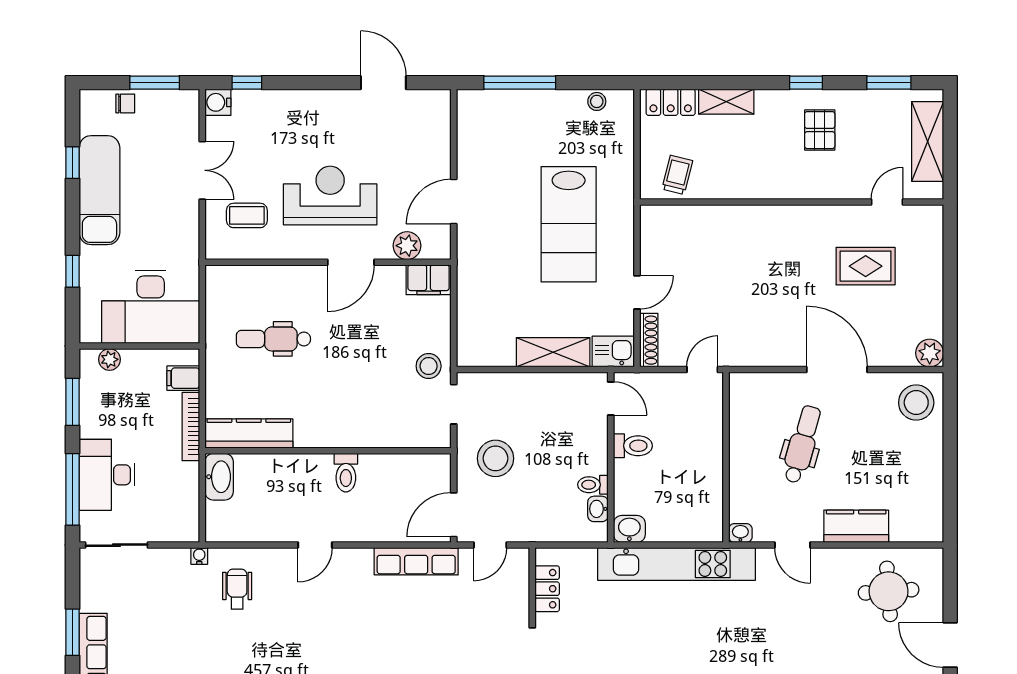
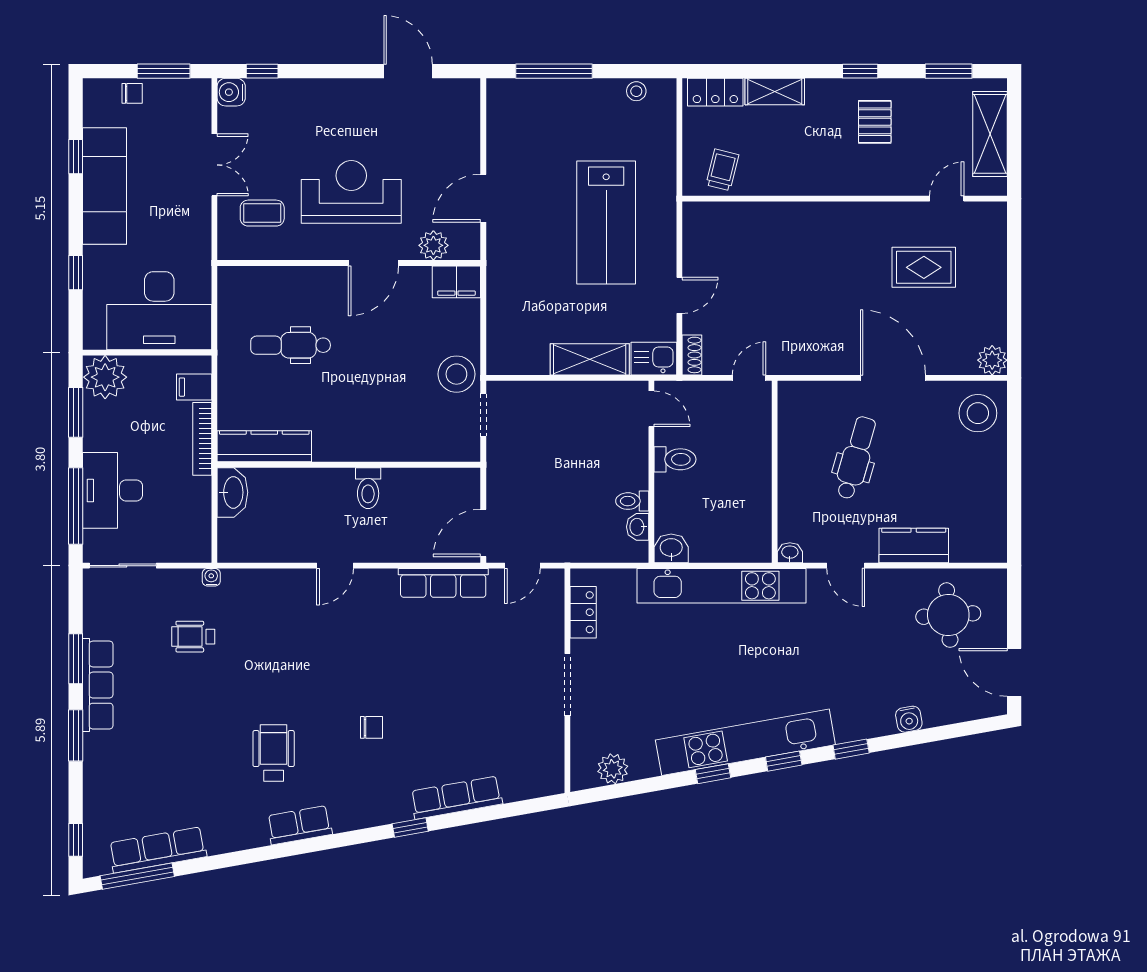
shoe rack: (649, 340) -> (692, 355), width x0.70
plant: (110, 359) -> (105, 377), width x1.88, depth x1.88
stool: (429, 366) -> (456, 374), width x1.38, depth x1.38
stool: (495, 458) -> (528, 473), removed
wheelchair: (237, 589) -> (193, 637), moved, turned -90

